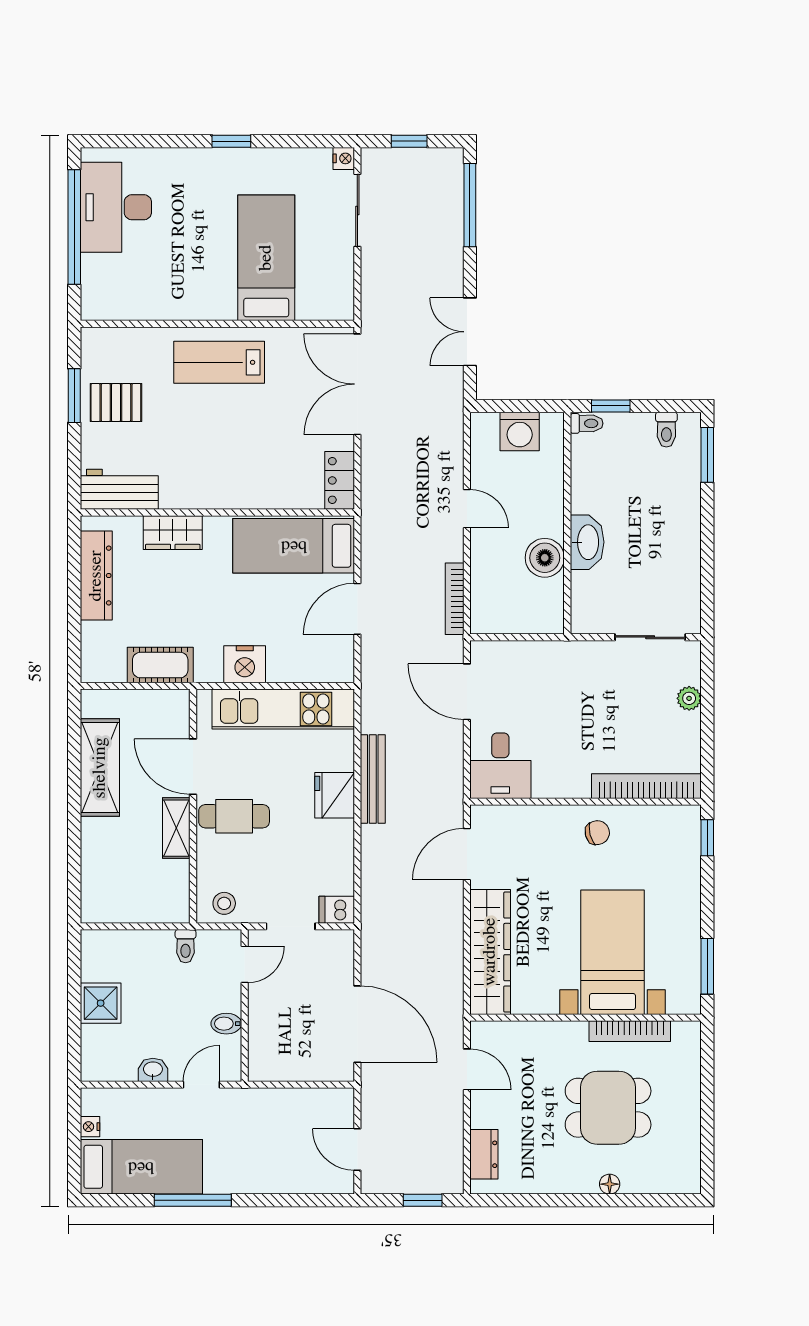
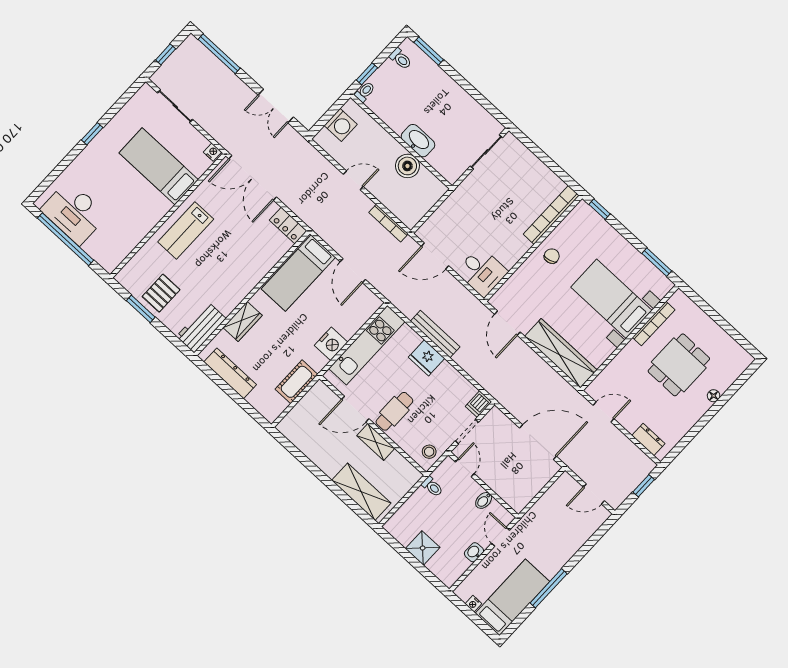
nightstand: (344, 158) -> (213, 152), moved
plant: (689, 698) -> (530, 160), removed
shelving: (100, 768) -> (361, 492), moved

